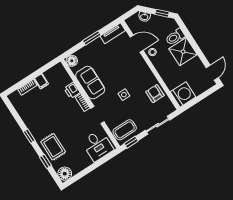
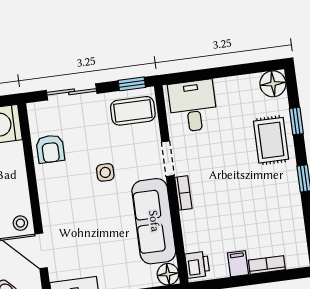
sofa: (90, 83) -> (154, 221), width x1.36
printer: (72, 90) -> (197, 265), moved

